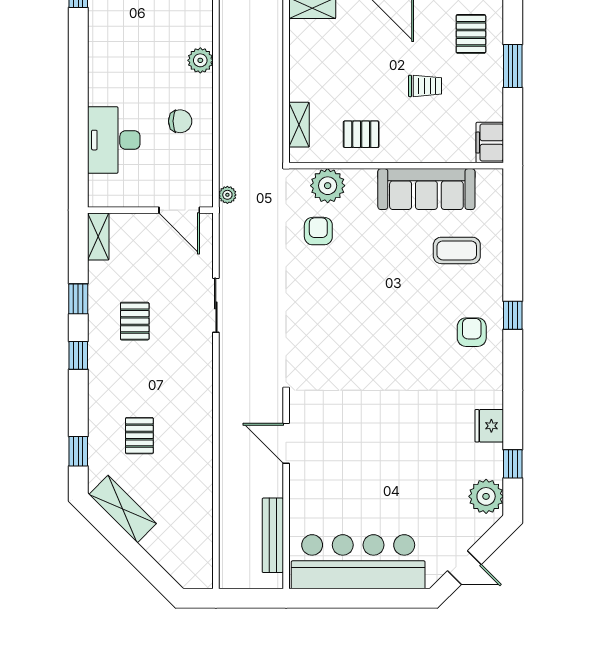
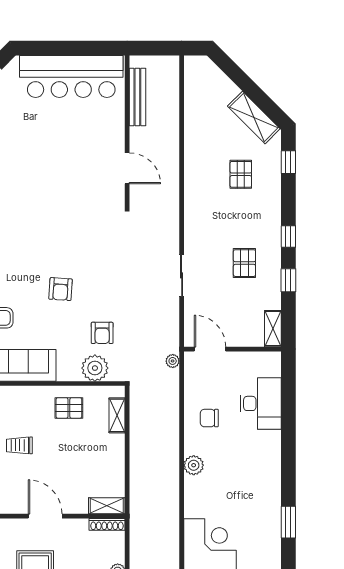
armchair: (372, 288) -> (61, 289), added

